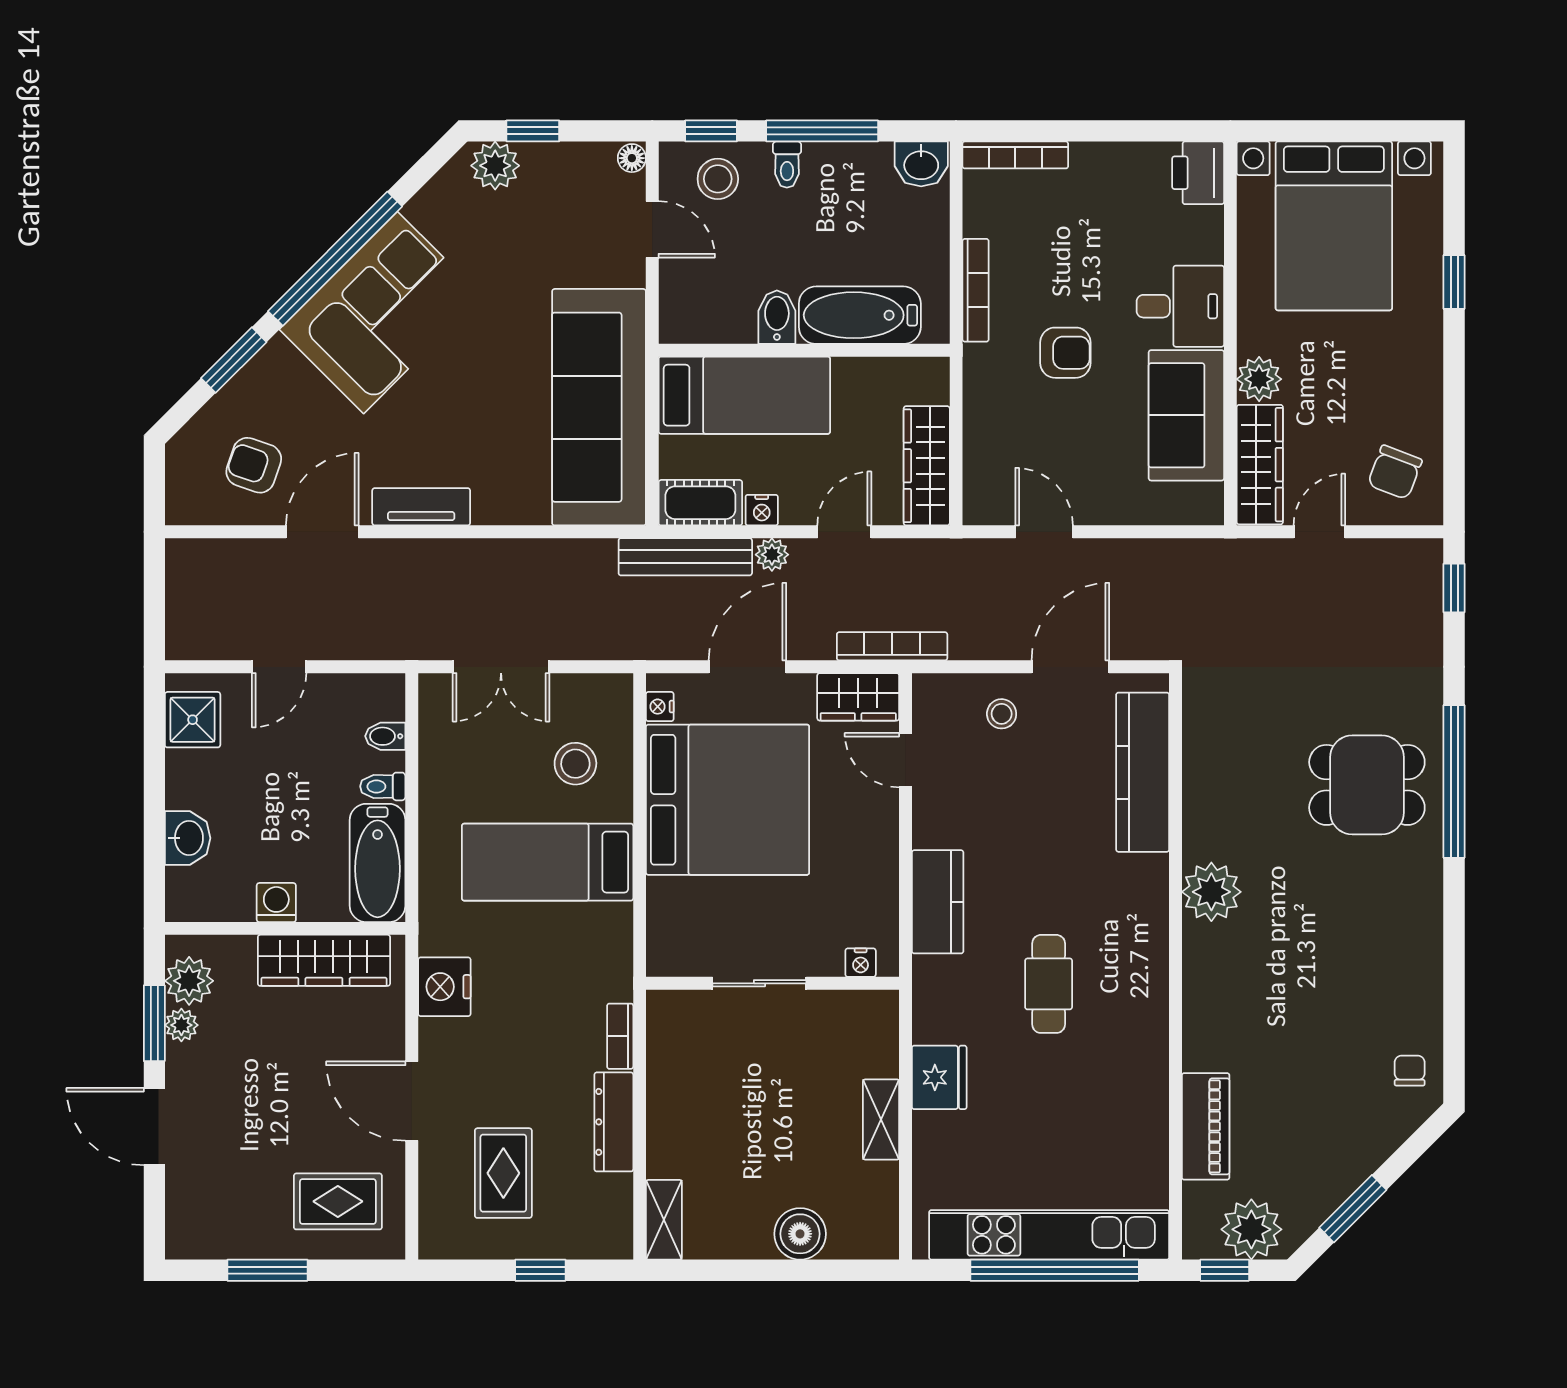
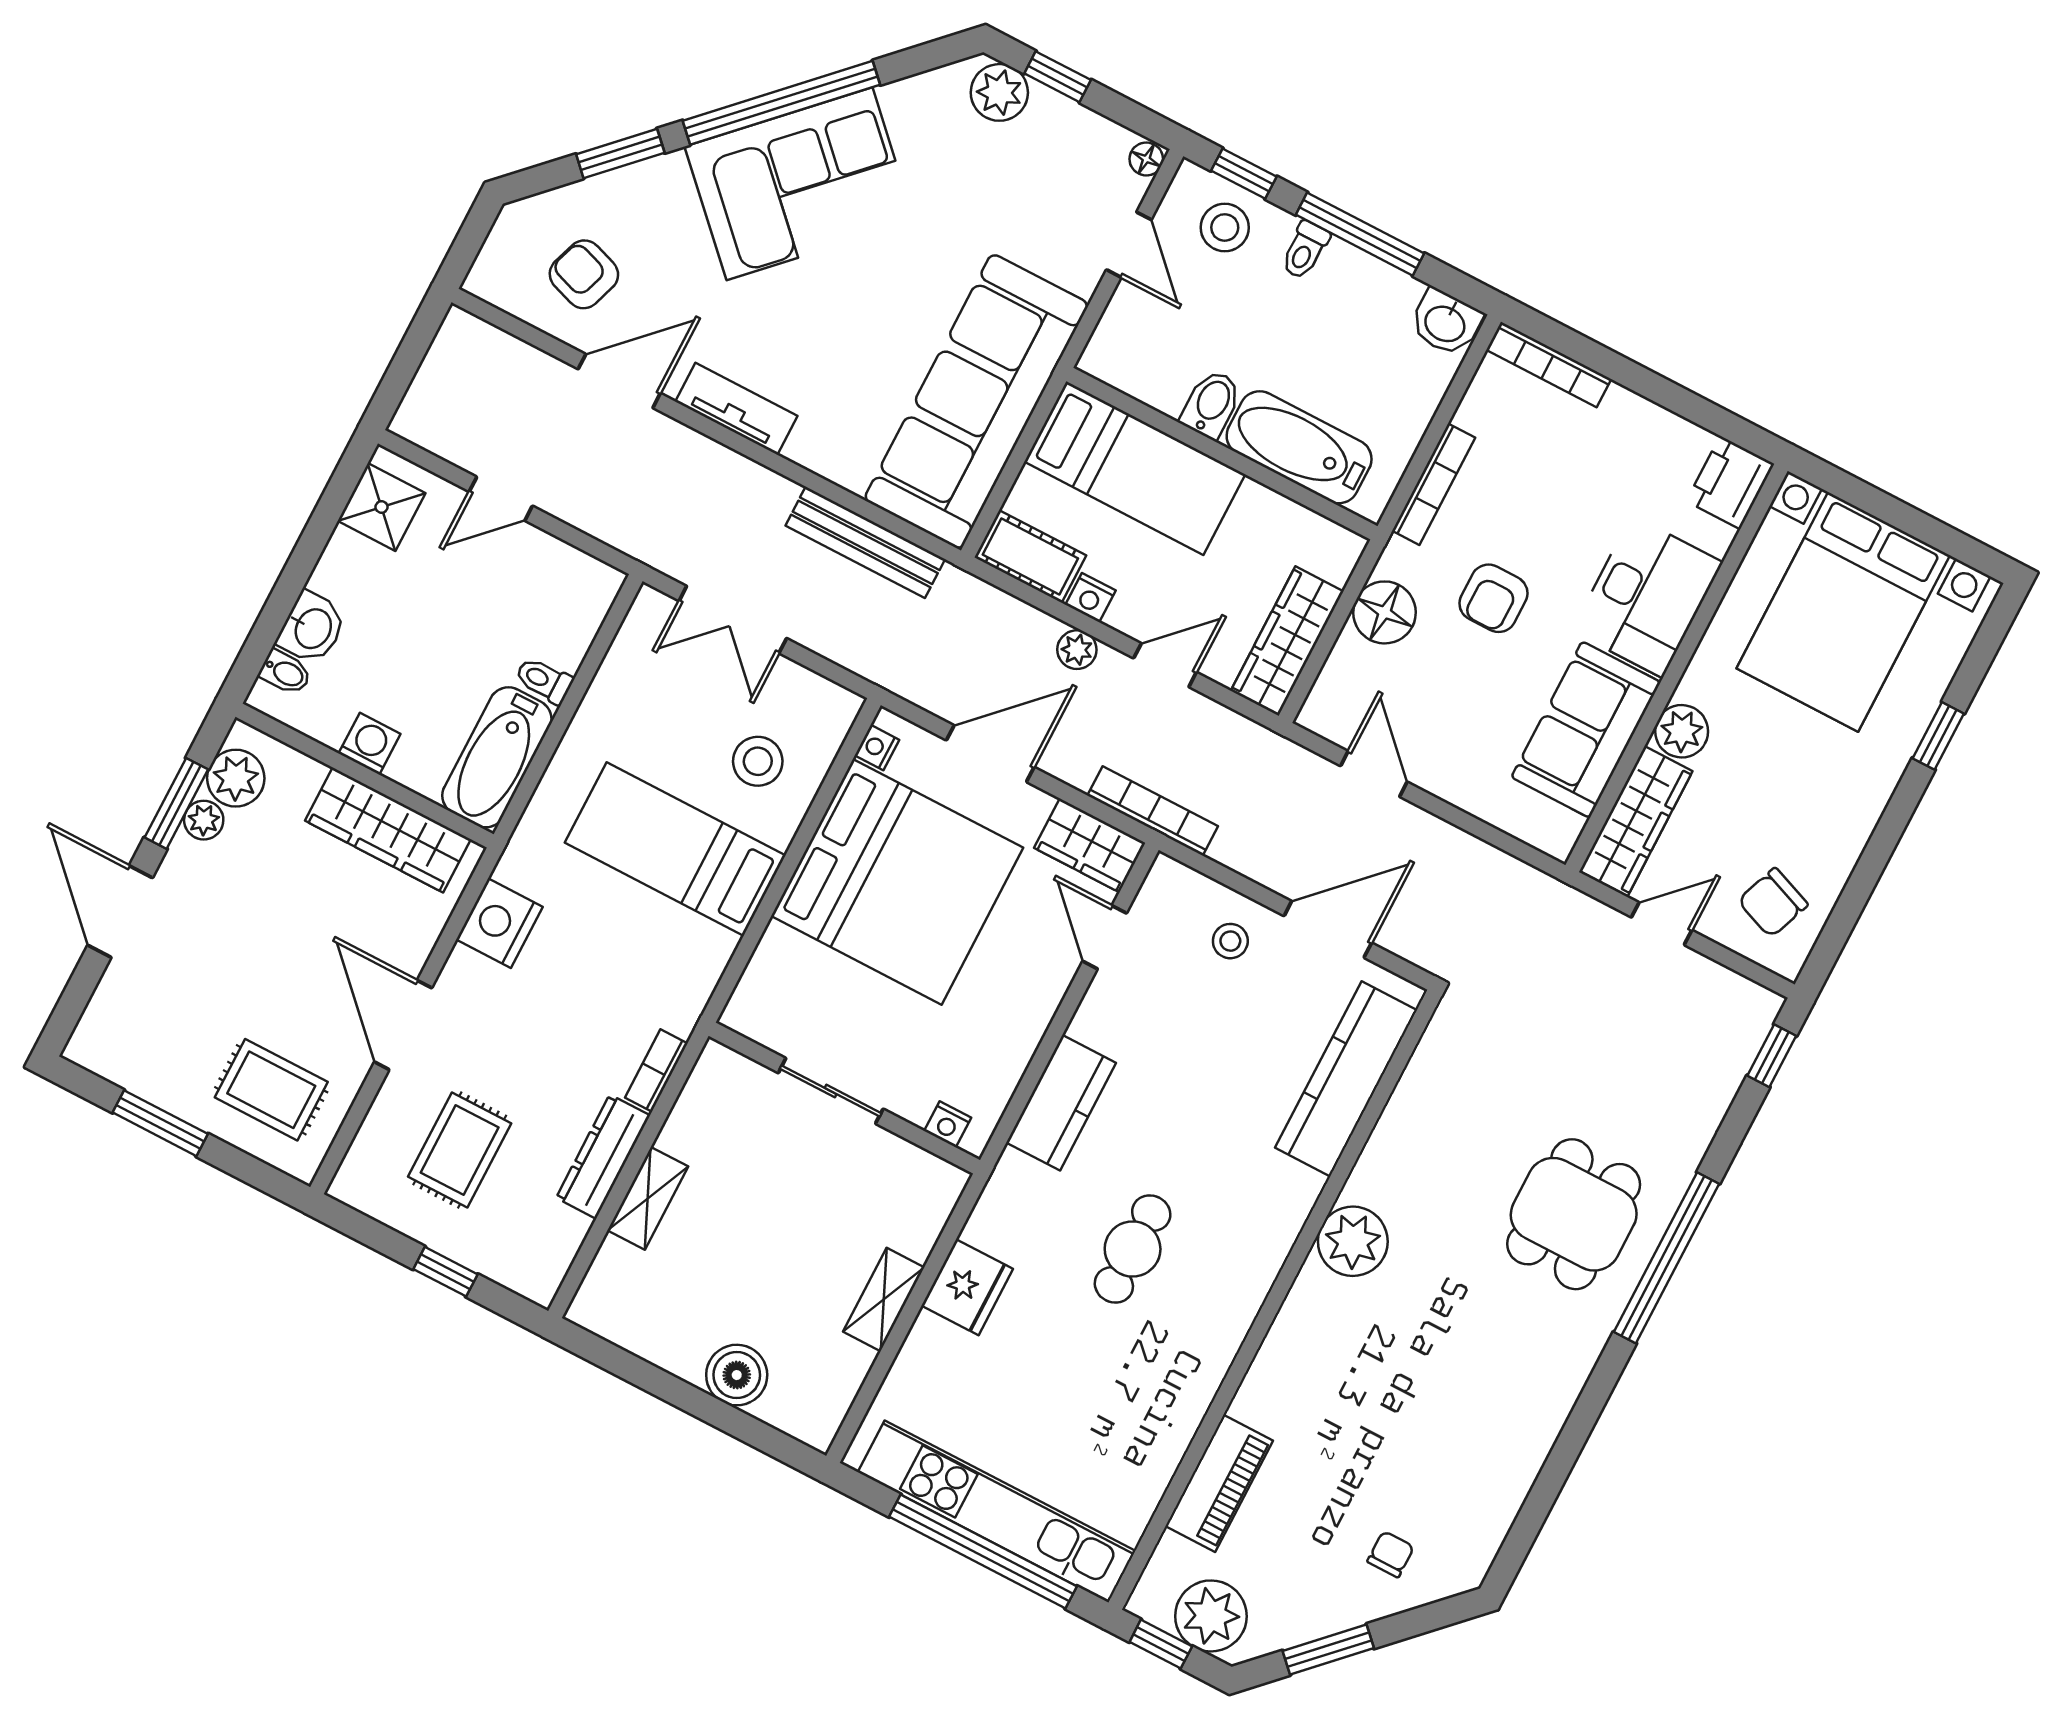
desk: (1180, 306) -> (1647, 597), width x1.37
armchair: (1065, 353) -> (1494, 598), turned 90
floor lamp: (989, 406) -> (1385, 612), added
bench: (685, 557) -> (865, 542), moved
bidet: (385, 736) -> (285, 672), moved, turned 180
dining table: (1367, 785) -> (1574, 1214), turned 90
chair: (1410, 1071) -> (1391, 1554), moved
shelving: (664, 1220) -> (648, 1198), moved

